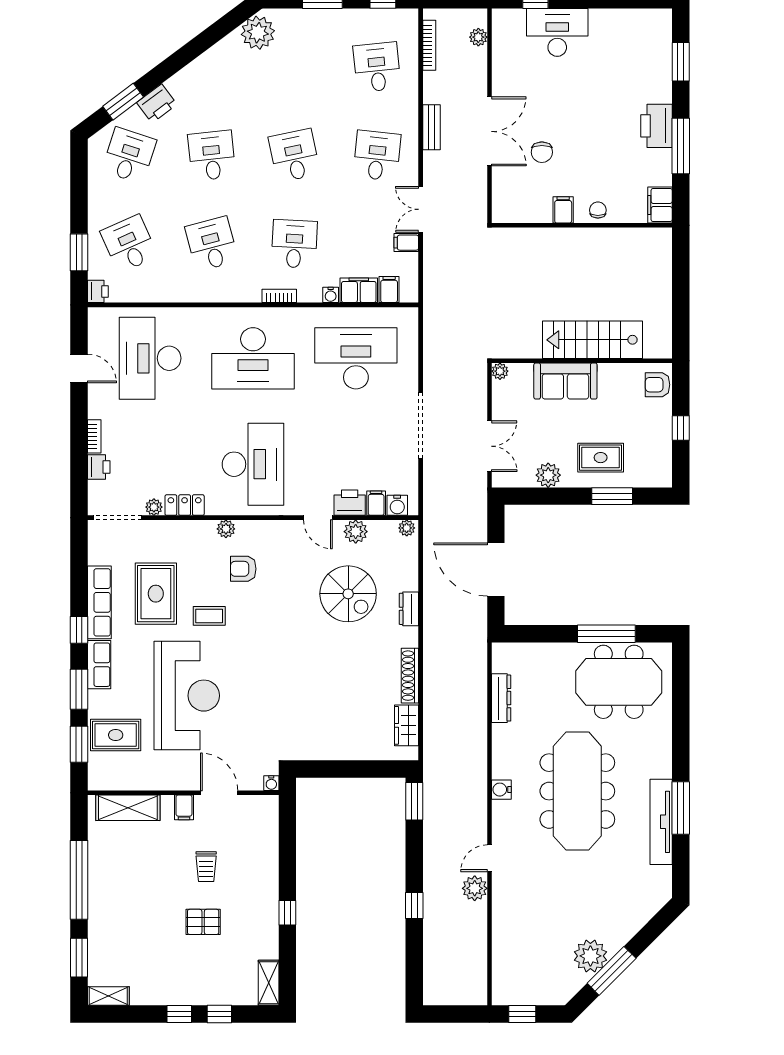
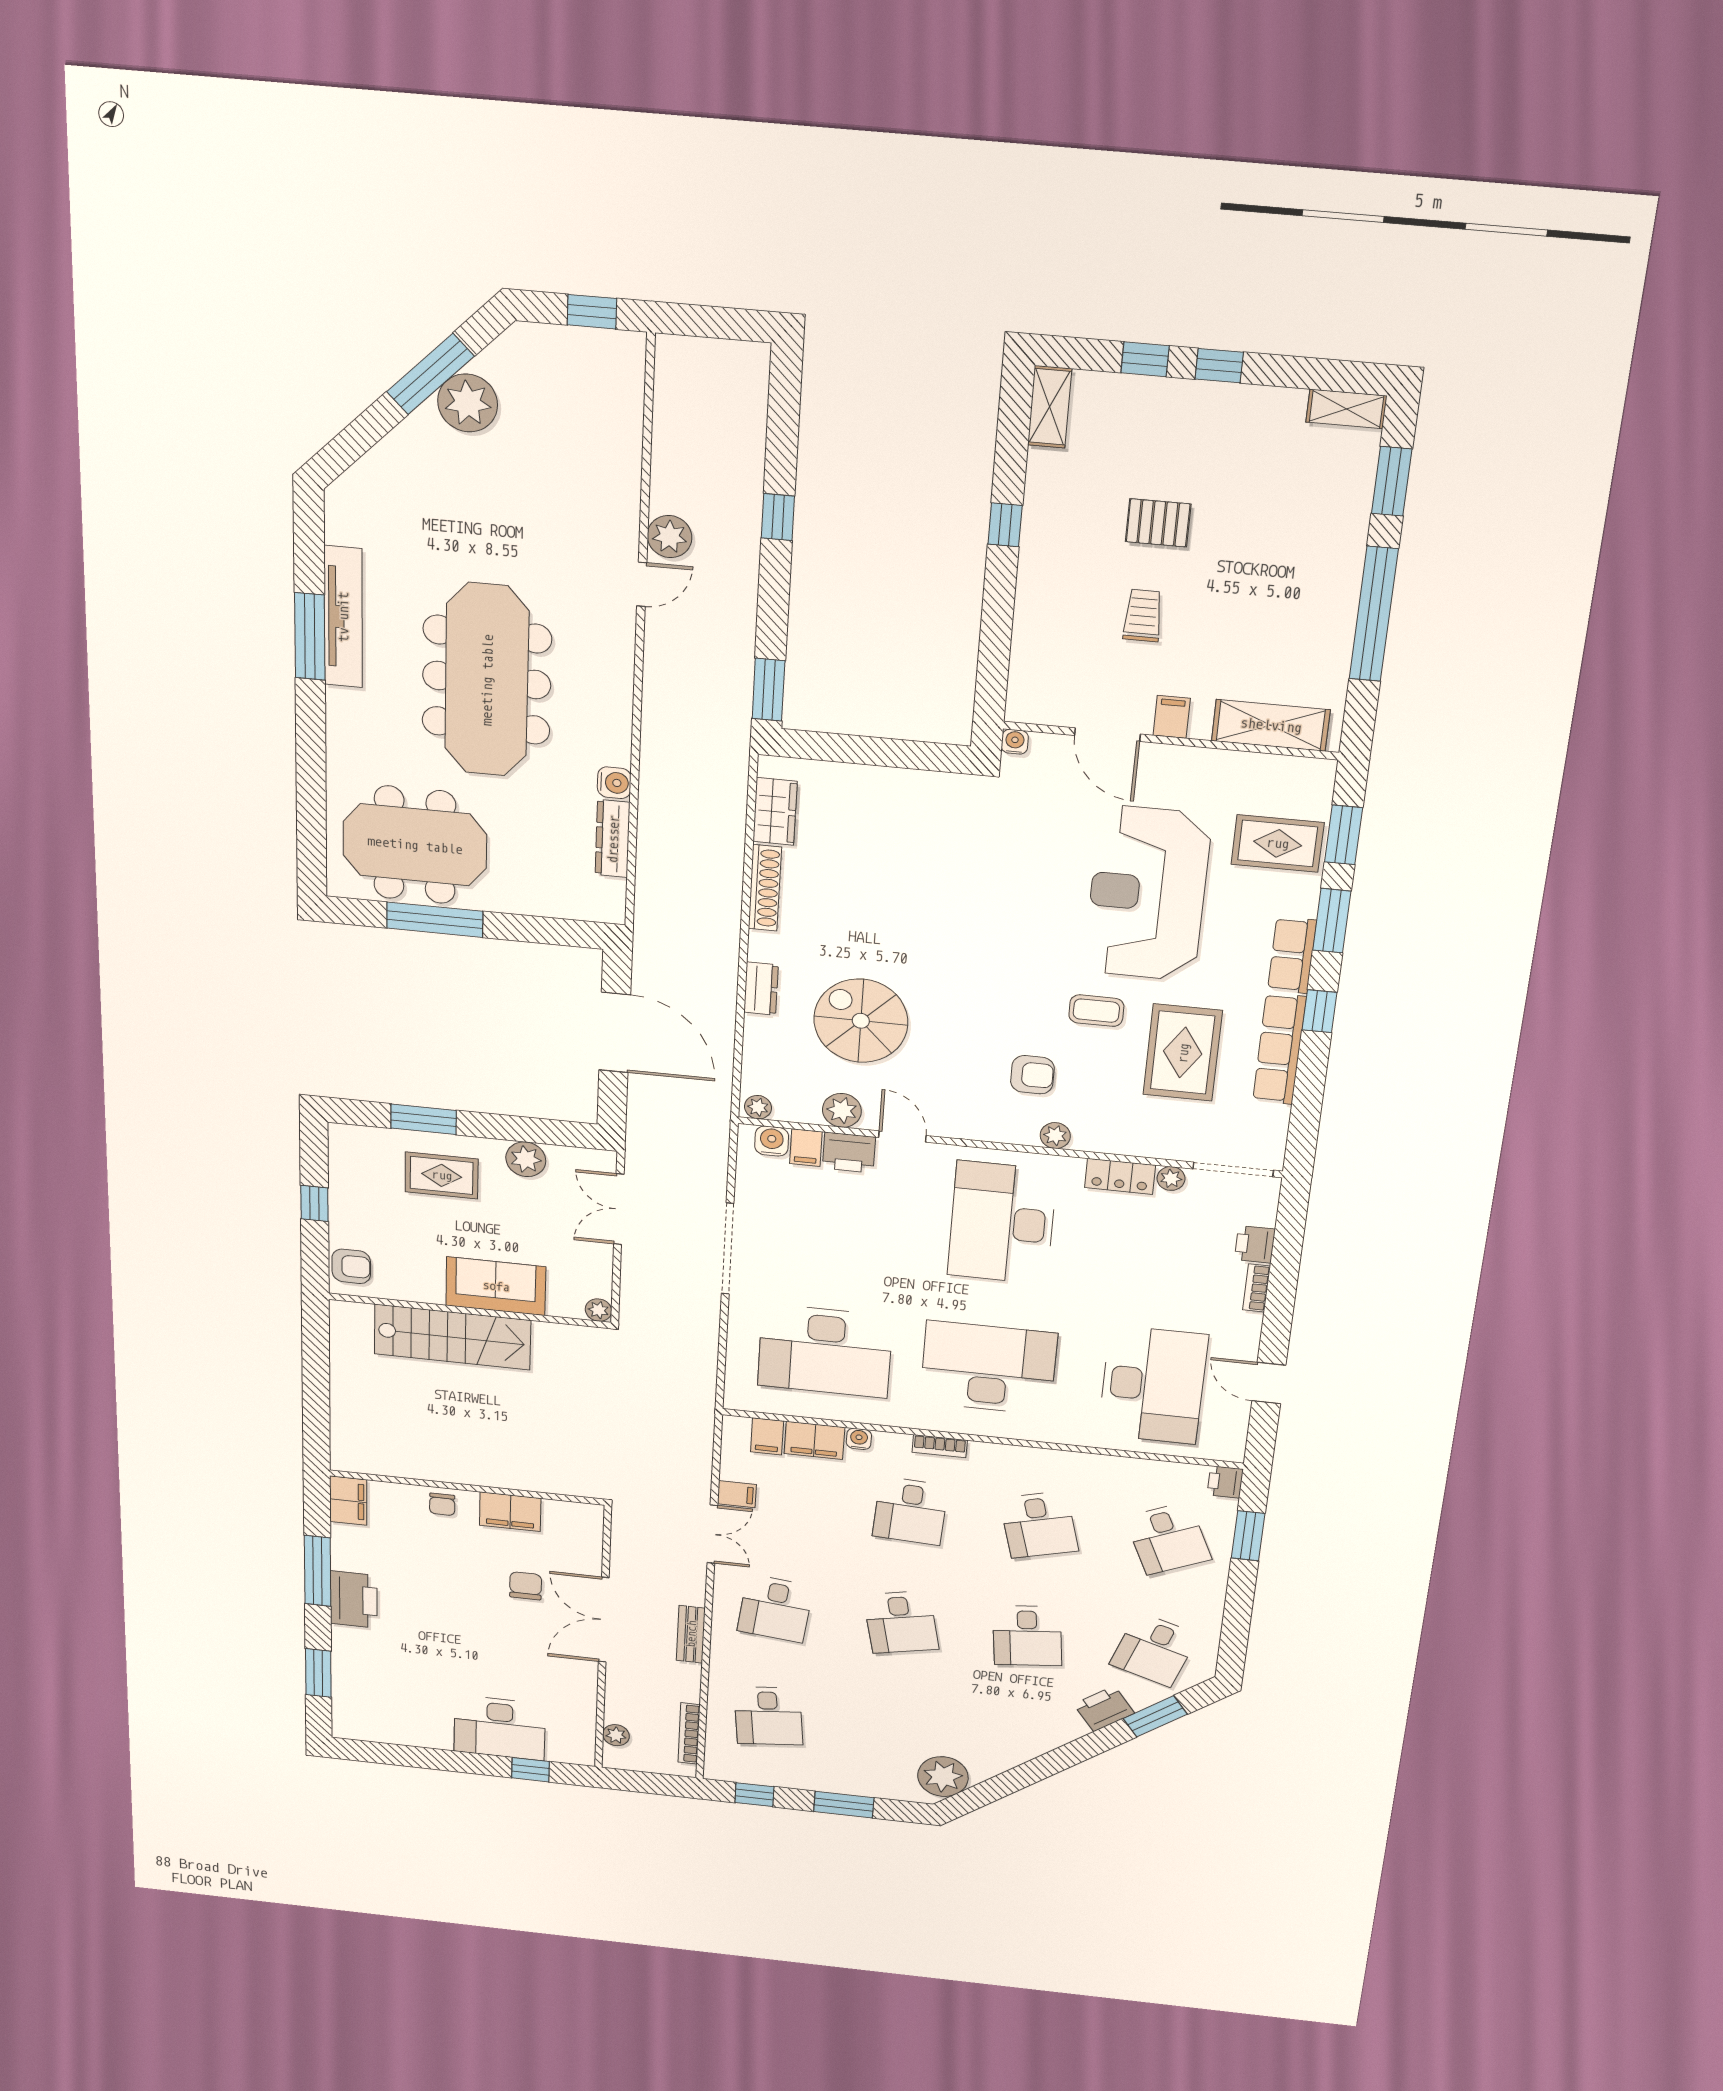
filing cabinet: (563, 210) -> (510, 1512), width x2.00
water cooler: (501, 790) -> (614, 783), moved

